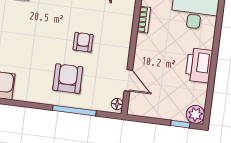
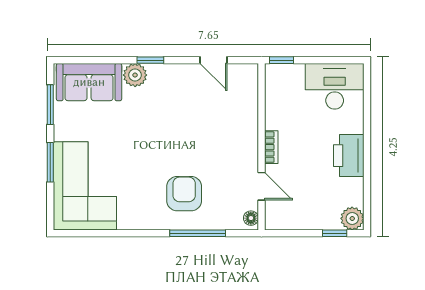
bookcase: (144, 20) -> (271, 147), moved
armchair: (83, 42) -> (198, 145), removed

